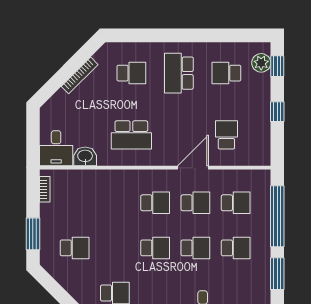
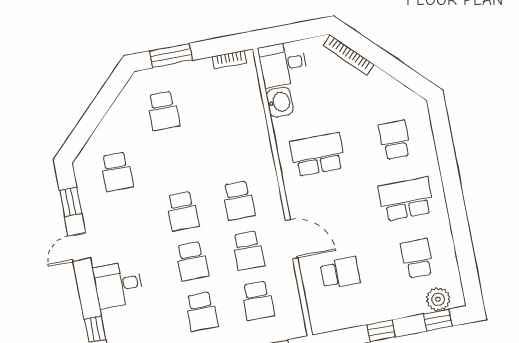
school desk: (131, 73) -> (395, 140), turned 180
bookcase: (80, 75) -> (349, 55), moved
school desk: (131, 135) -> (318, 155), turned 90

